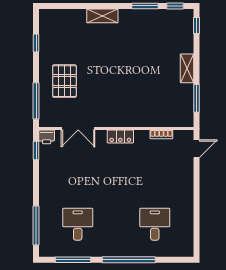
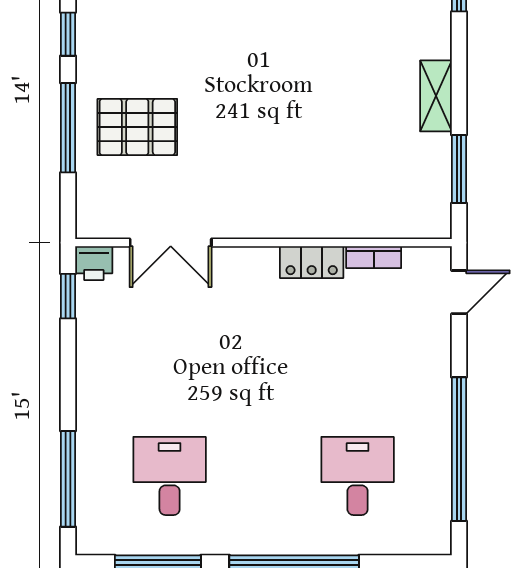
pallet: (64, 81) -> (137, 127), turned 90
window: (36, 101) -> (68, 128), moved
locker: (120, 137) -> (312, 262), moved
window: (196, 213) -> (459, 449), added

